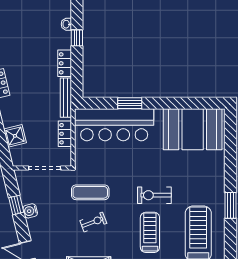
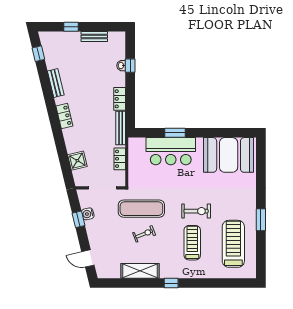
window: (77, 38) -> (130, 66), moved
bar counter: (114, 125) -> (171, 151), width x0.73
exercise mat: (90, 192) -> (141, 209), width x1.36, depth x1.45
exercise bike: (154, 195) -> (196, 211), turned 180
water cooler: (30, 211) -> (88, 214), moved

